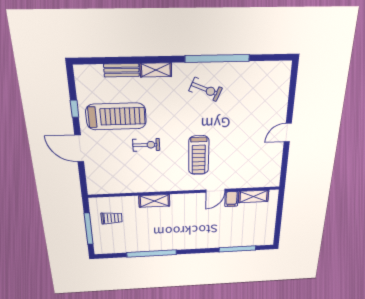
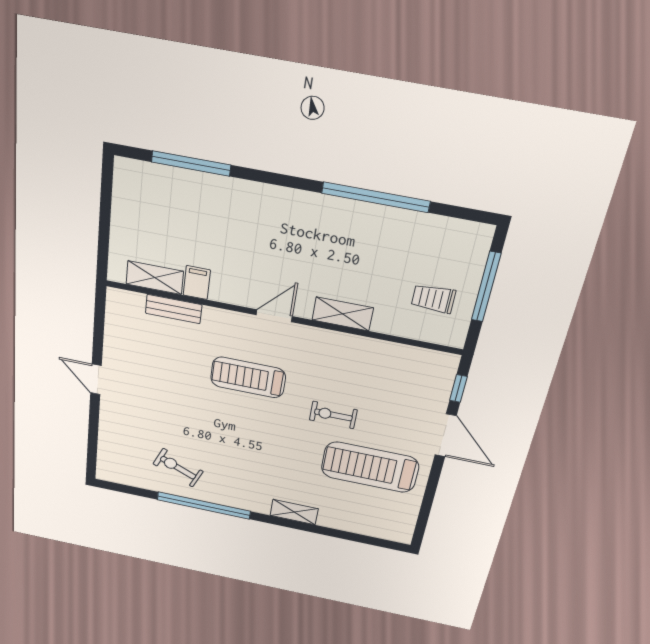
bench: (122, 70) -> (174, 309), moved
exercise bike: (206, 89) -> (178, 468), moved
window: (74, 109) -> (458, 388), moved
door: (288, 133) -> (96, 379), swing flipped
treadmill: (199, 155) -> (248, 377), turned -90
door: (215, 191) -> (274, 316), moved

